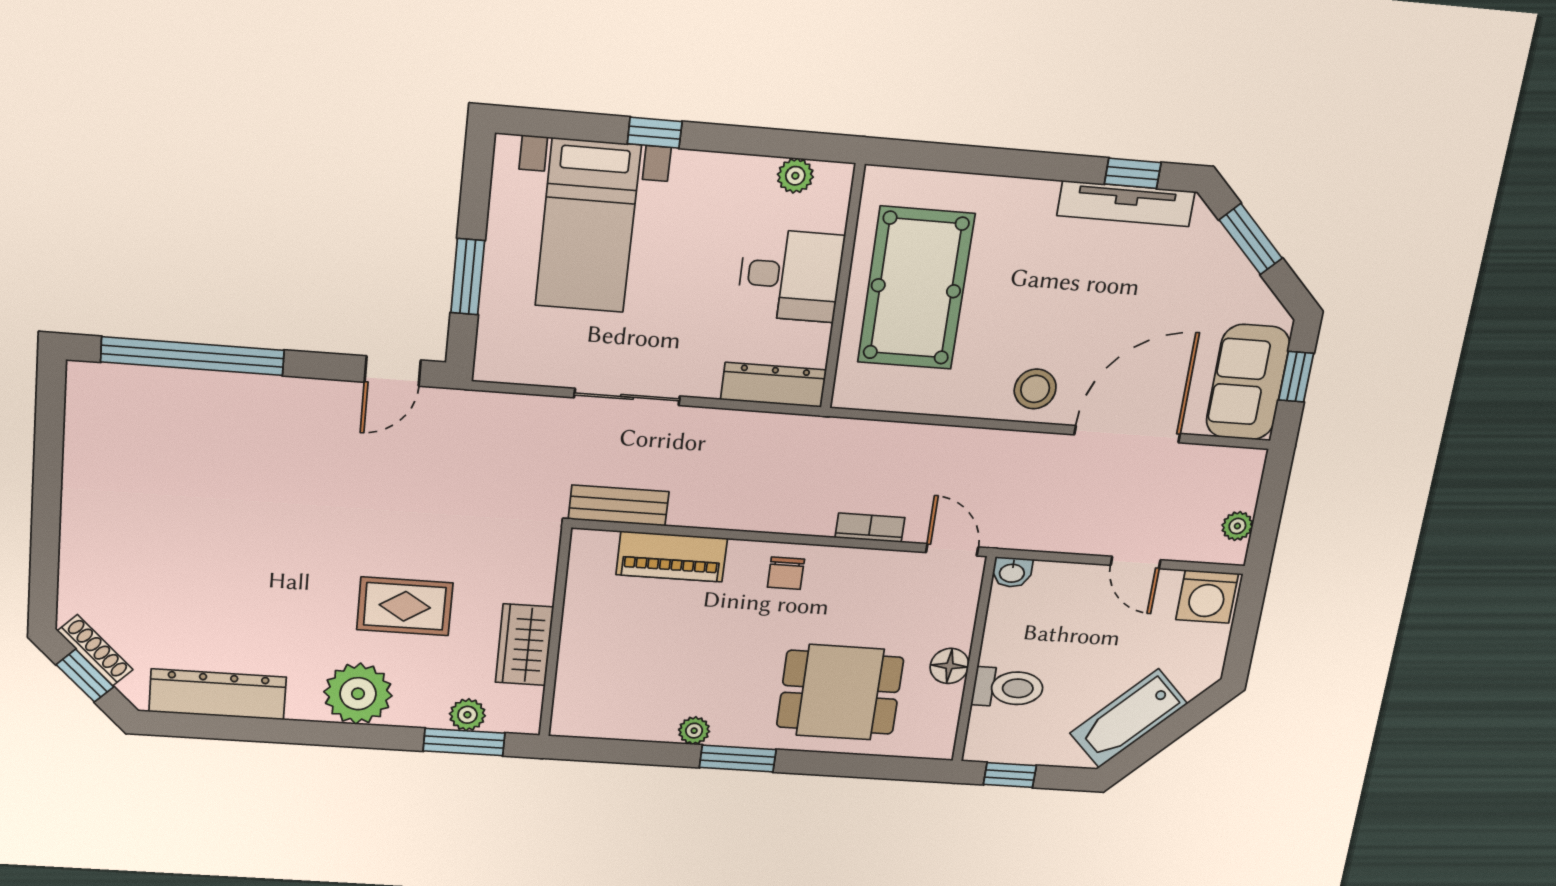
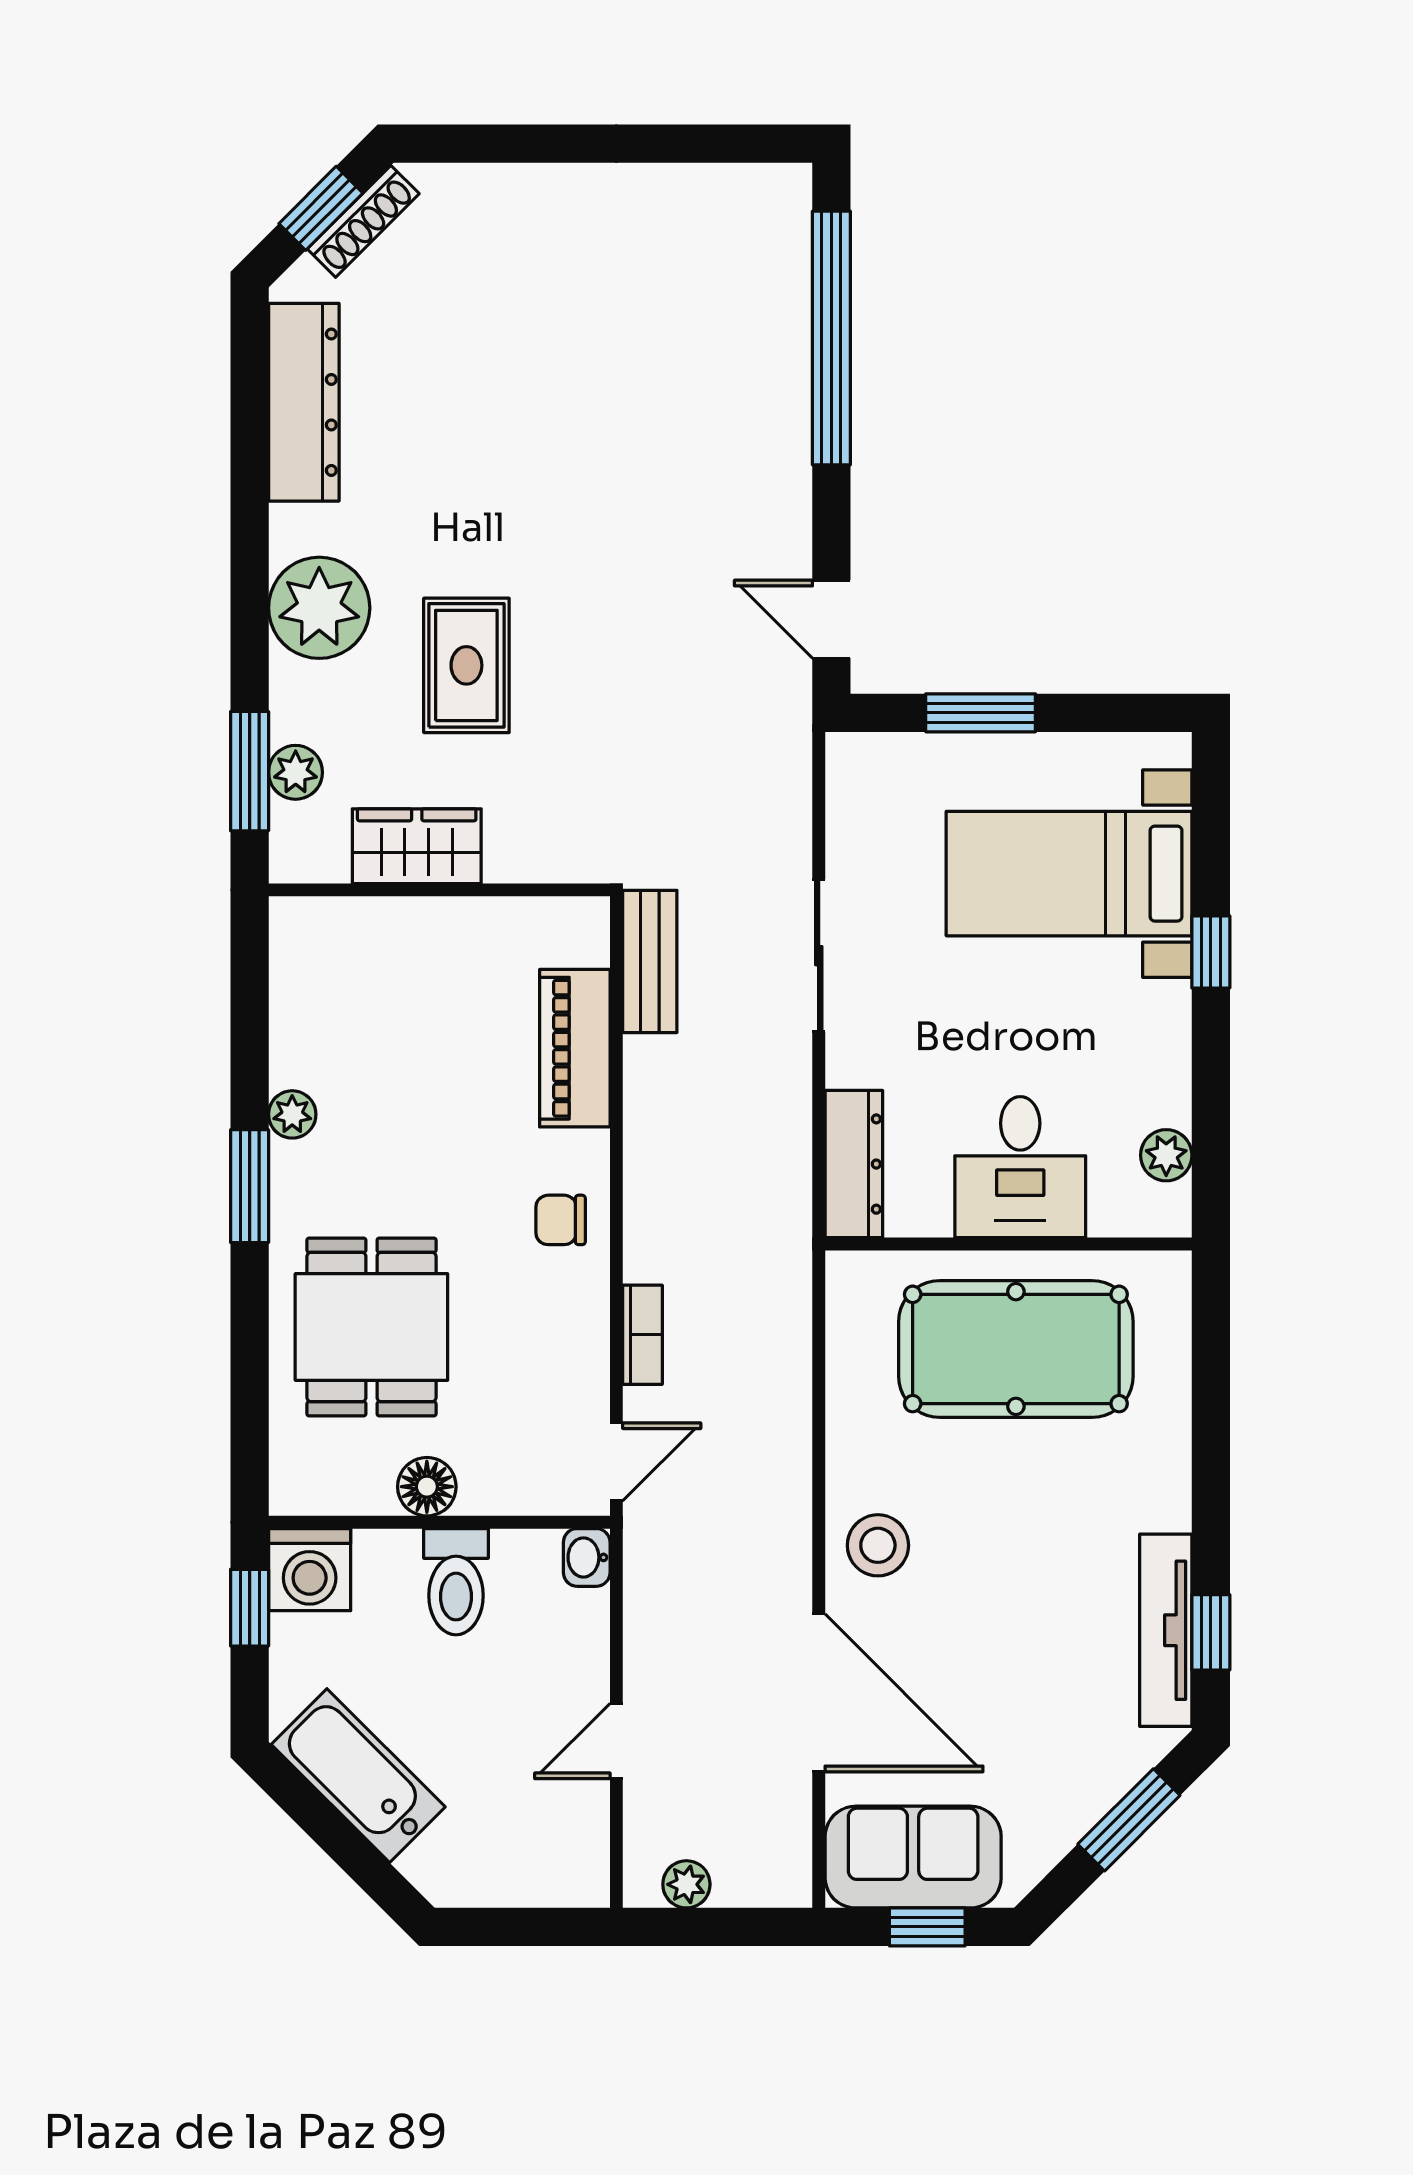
washing machine: (1207, 597) -> (310, 1570), moved, turned -90
toilet: (1008, 688) -> (456, 1582), moved

